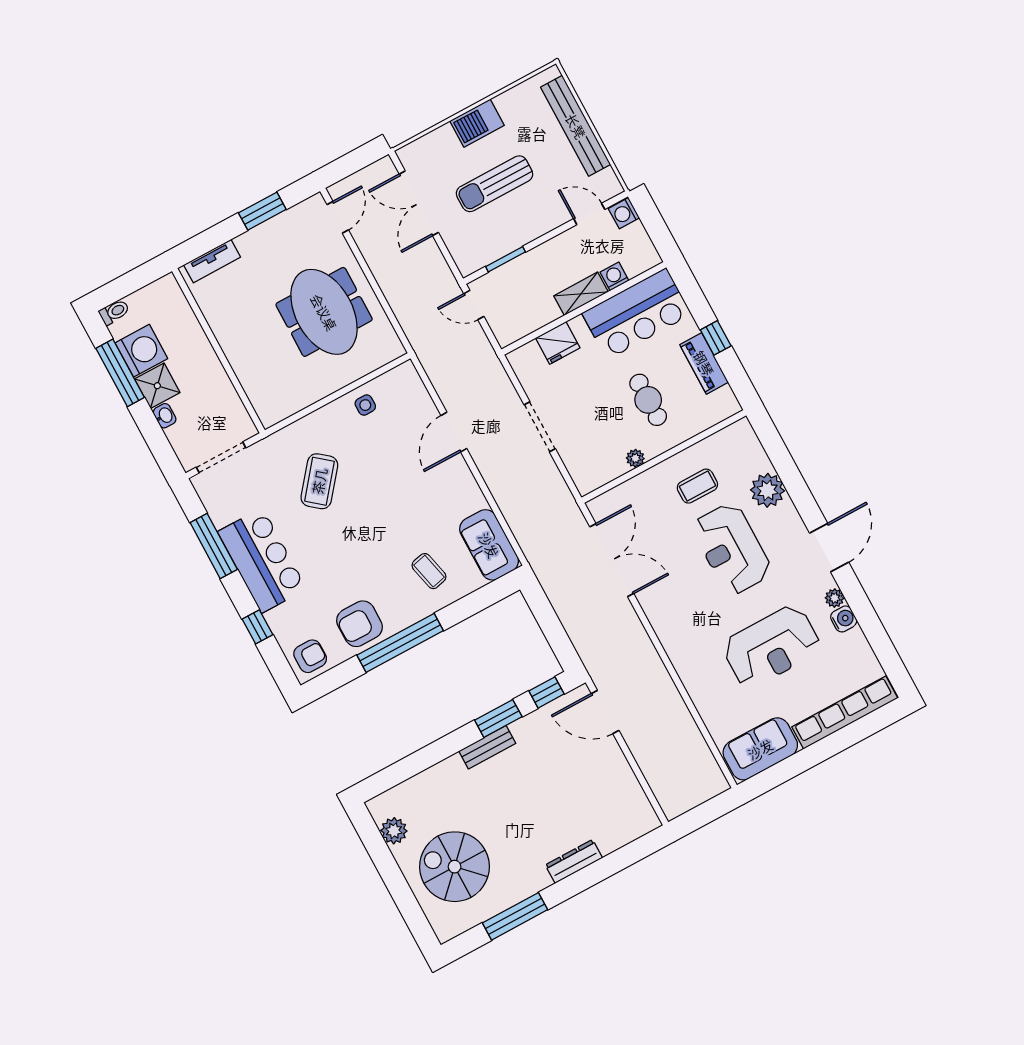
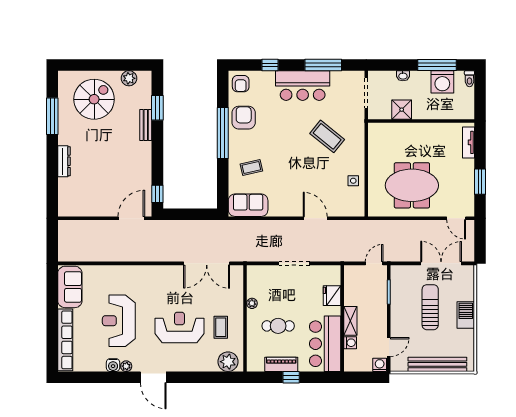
shower: (157, 386) -> (402, 110), moved
plant: (767, 490) -> (228, 362), moved
window: (498, 718) -> (157, 108), moved
bench: (487, 747) -> (146, 125), moved

